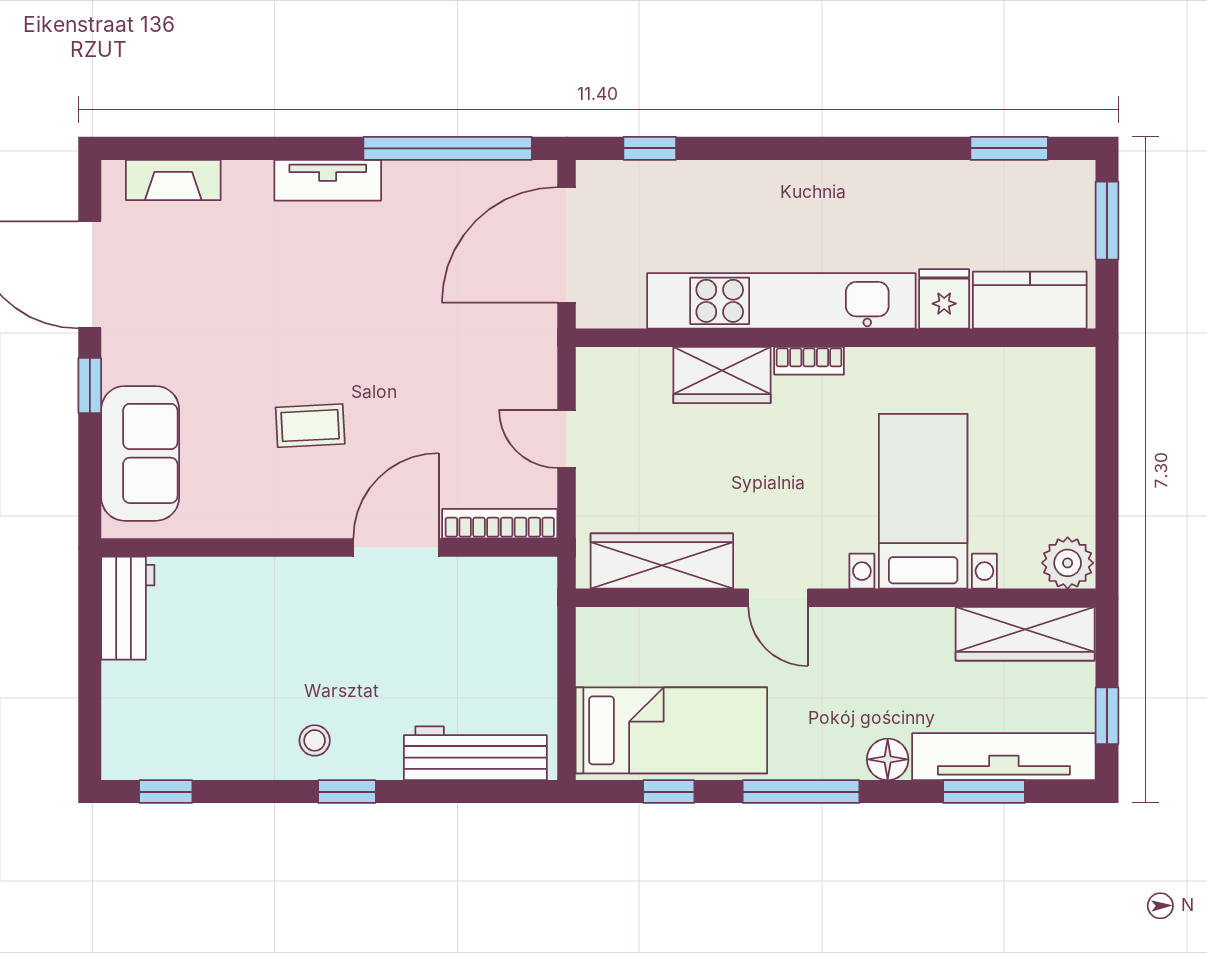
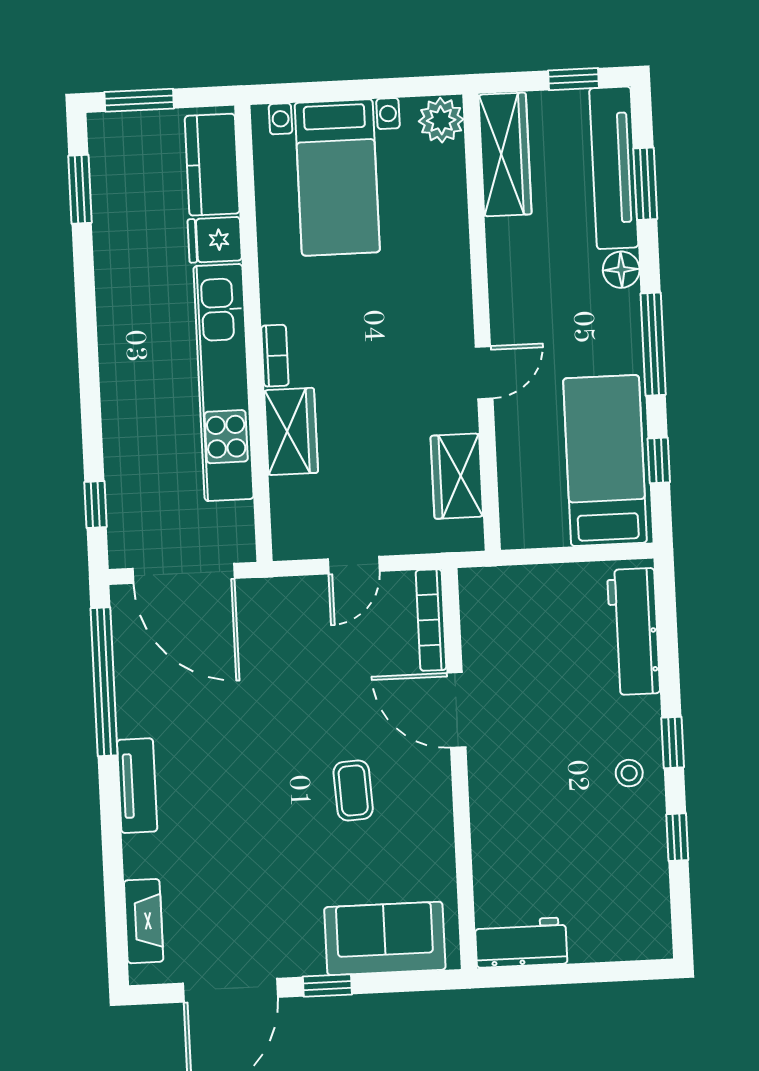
bed with nightstands: (923, 501) -> (337, 177), moved, turned -90
wardrobe: (662, 561) -> (457, 476), width x0.67
window: (166, 792) -> (677, 837), moved

